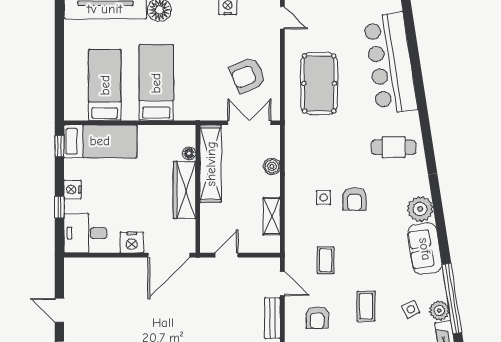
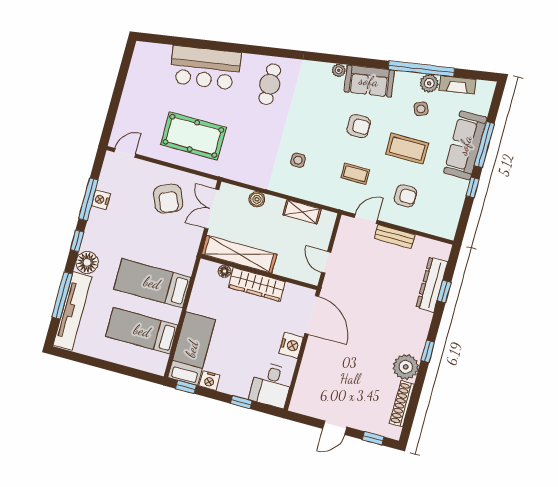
bar counter: (390, 63) -> (205, 68), width x0.73
nightstand: (73, 189) -> (209, 381), moved
armchair: (354, 199) -> (359, 126), moved
plant: (420, 209) -> (339, 70), width x0.53, depth x0.53
coffee table: (366, 306) -> (407, 149), width x1.36, depth x1.30

